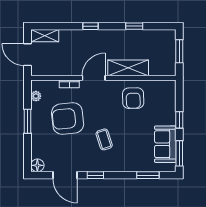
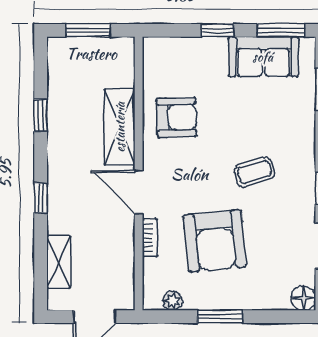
shelving: (45, 36) -> (59, 262), moved

